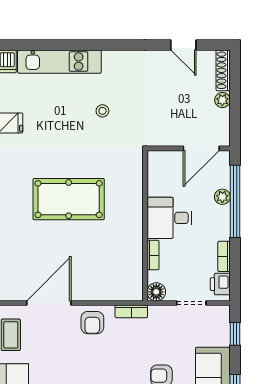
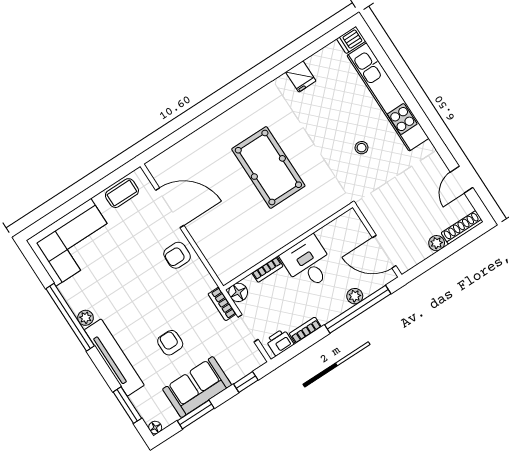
kitchen unit: (59, 62) -> (388, 97), width x1.36
bookcase: (131, 311) -> (222, 304), moved

